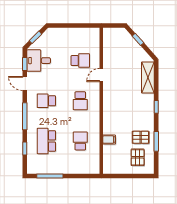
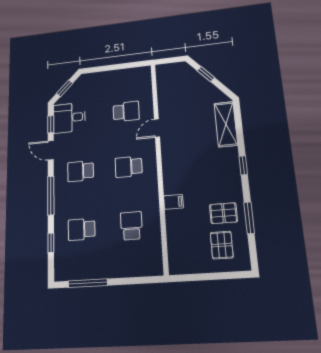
school desk: (80, 101) -> (129, 167), turned 90
filing cabinet: (109, 140) -> (173, 202), moved
school desk: (46, 141) -> (82, 229), width x0.54

